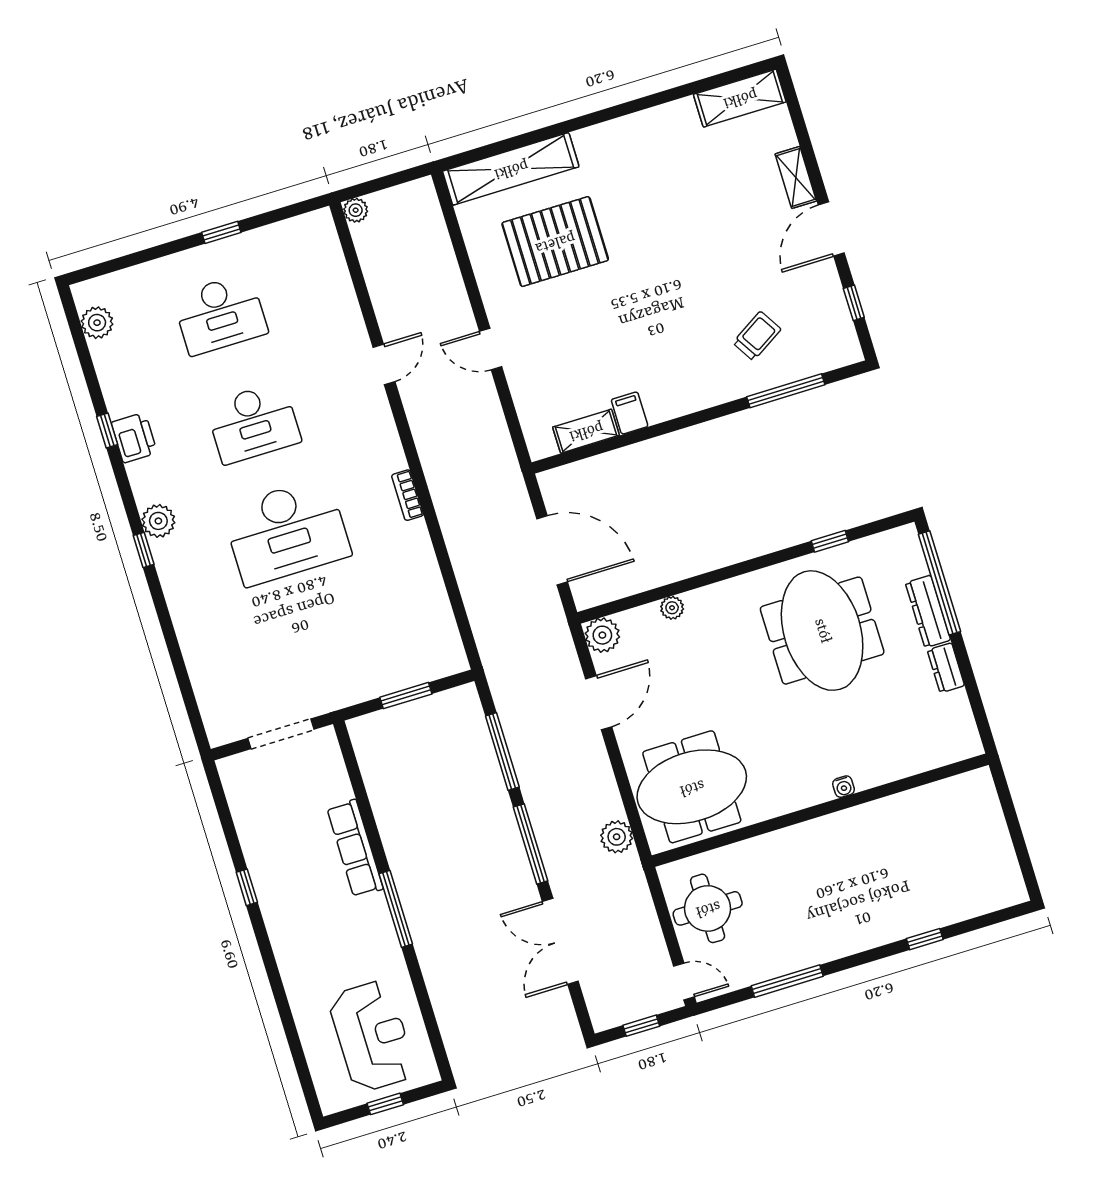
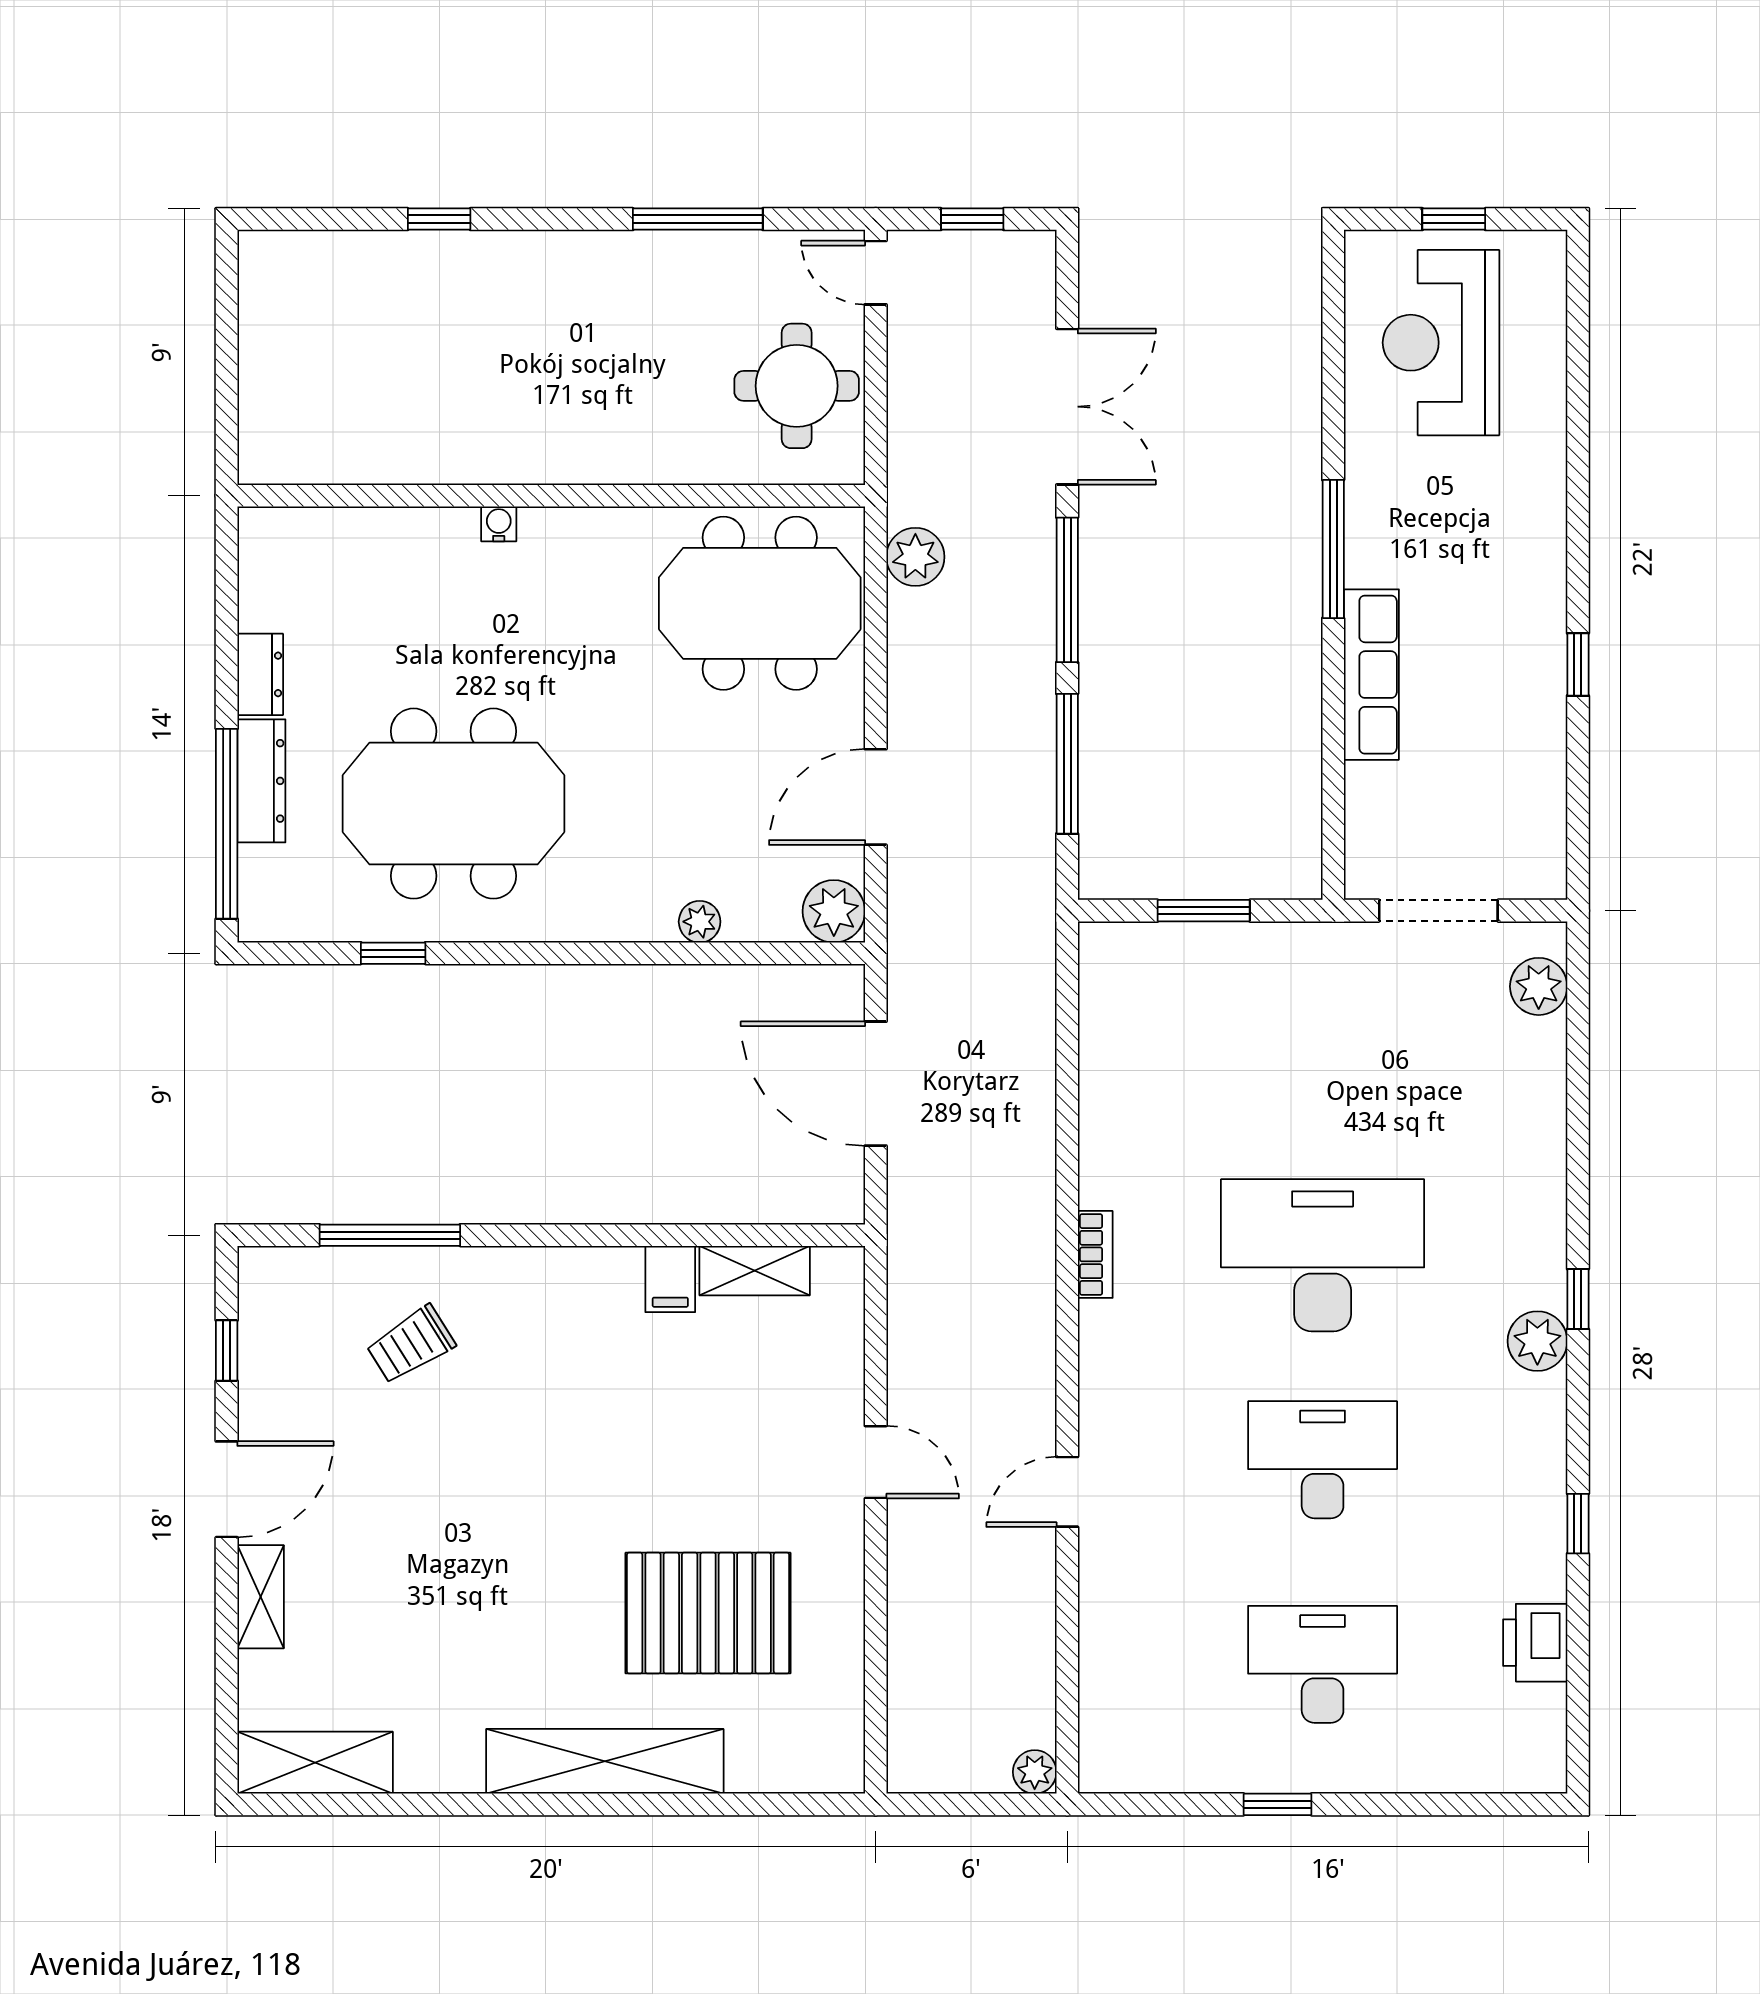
shelving: (511, 169) -> (605, 1761), moved
plant: (97, 323) -> (1539, 986), moved
printer: (134, 438) -> (1535, 1643), moved
meeting table: (822, 631) -> (453, 804), turned 90

